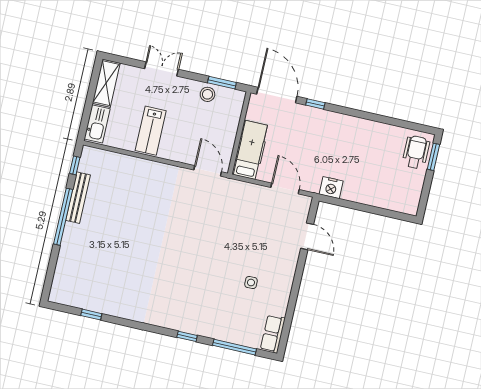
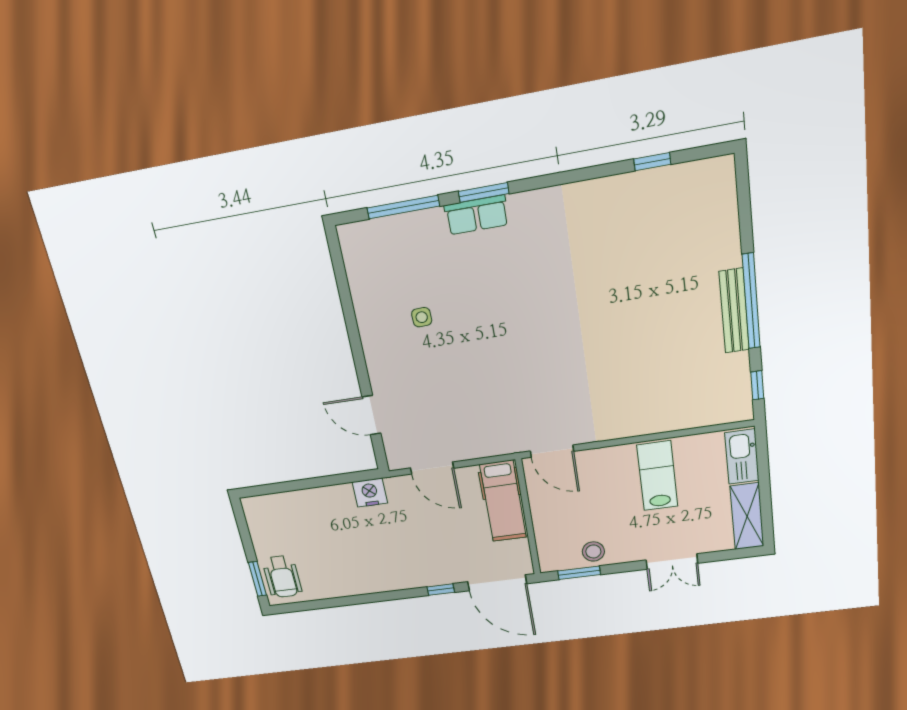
bench: (78, 198) -> (734, 311), moved
row of seats: (273, 334) -> (477, 215), moved, turned 90
window: (187, 336) -> (484, 192), width x1.50

